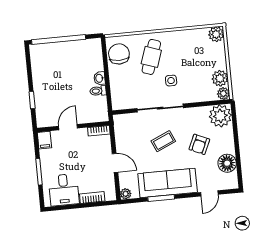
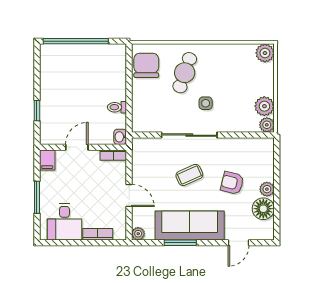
washbasin: (99, 78) -> (120, 137), moved
plant: (220, 116) -> (267, 189), moved, width x0.53, depth x0.53
armchair: (199, 144) -> (232, 183), turned 80

